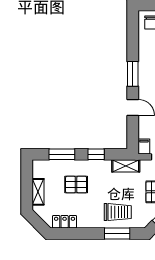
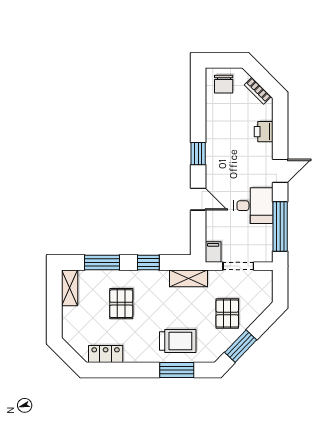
window: (133, 74) -> (198, 154), width x0.67
pallet: (76, 185) -> (121, 304), turned 90
shelving: (38, 192) -> (70, 288), moved

